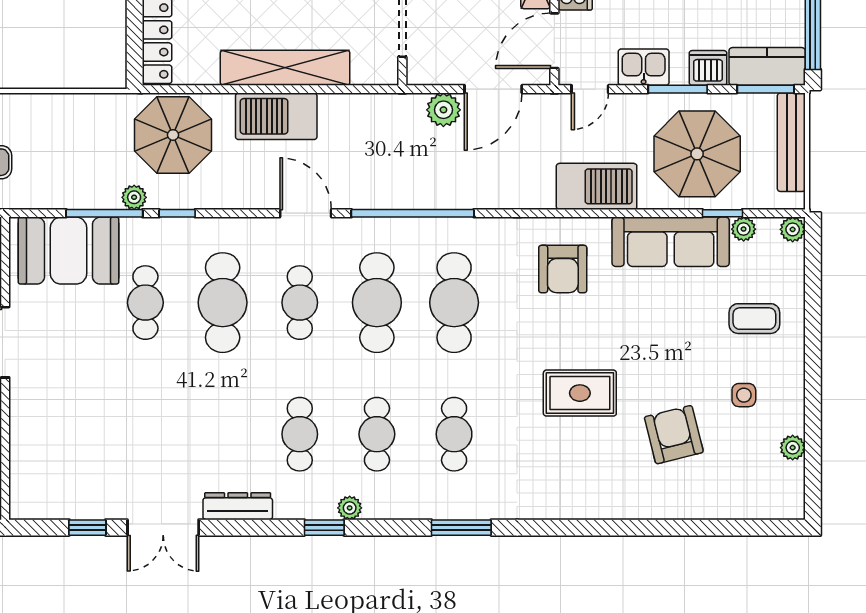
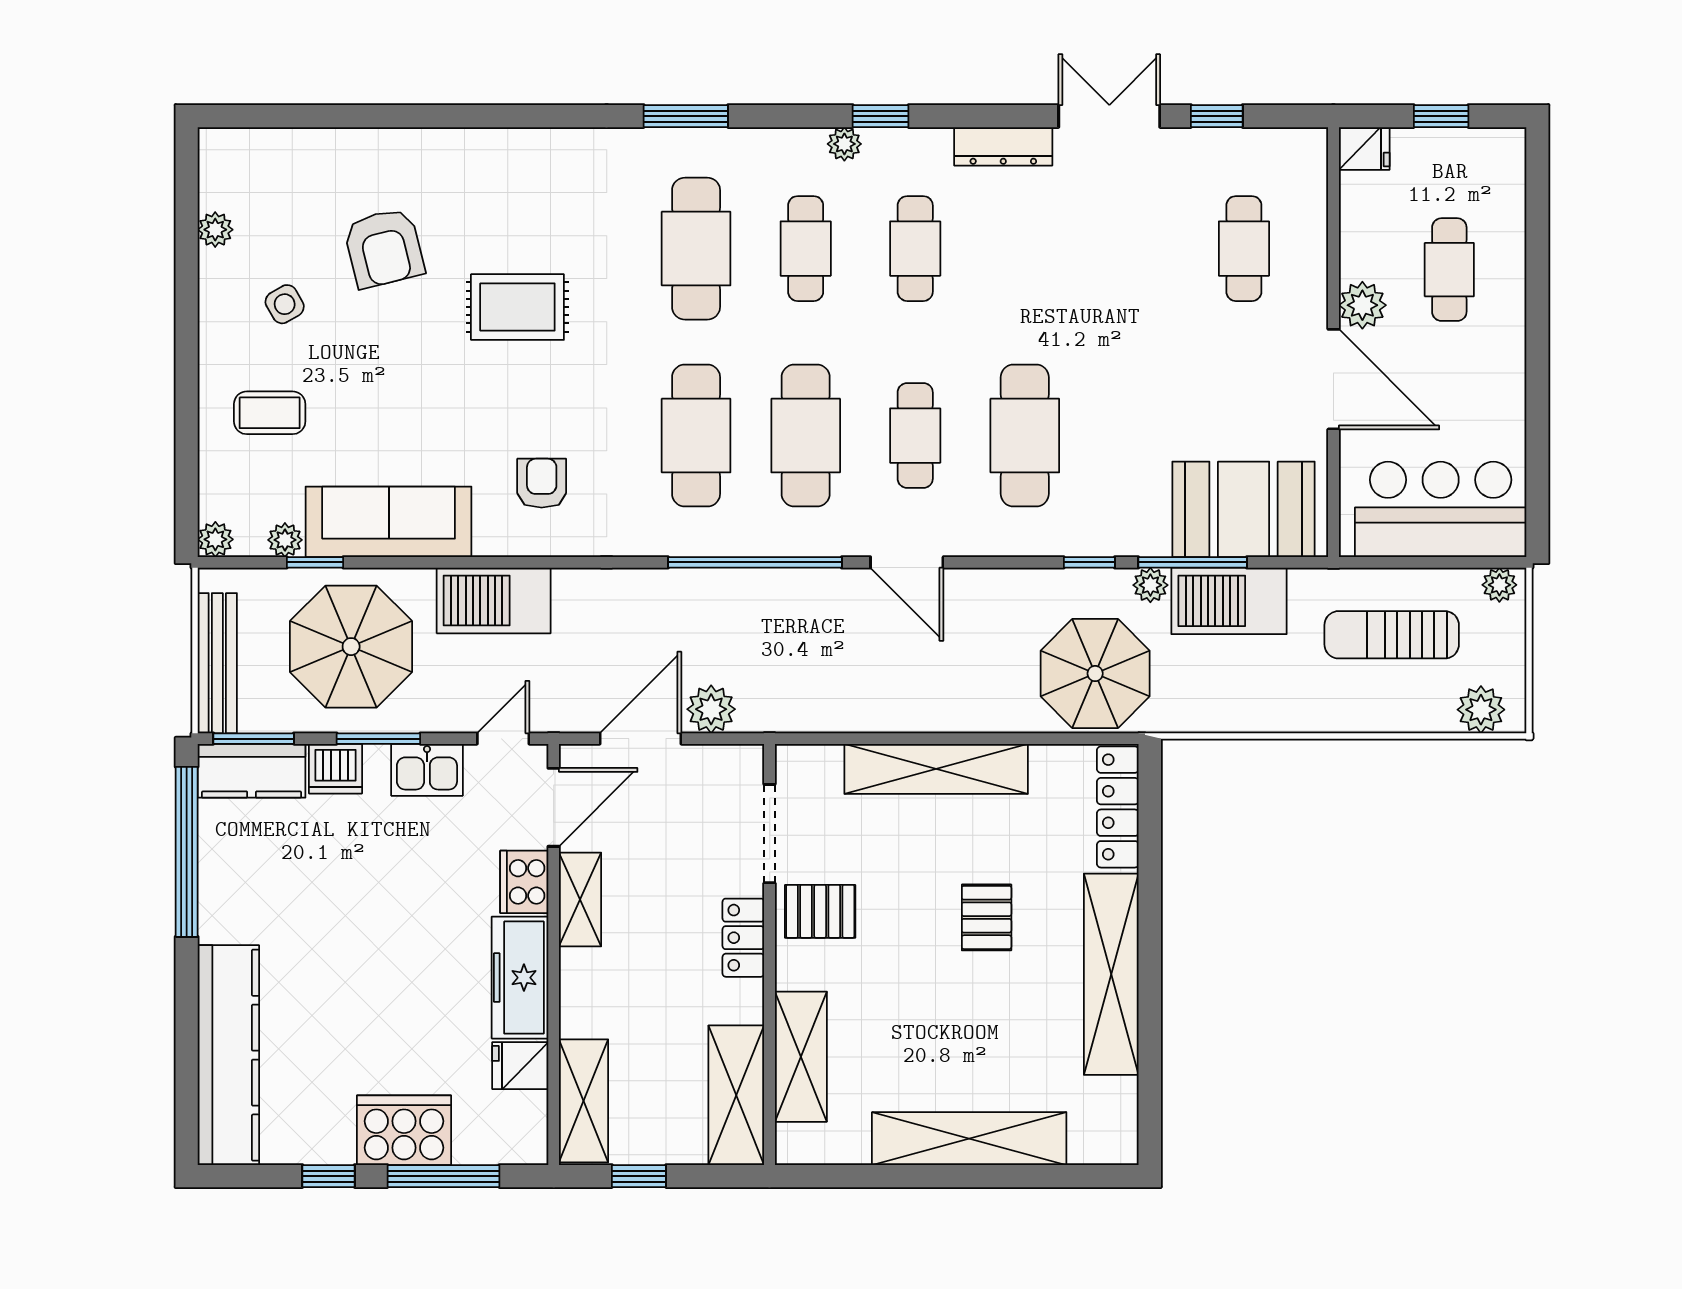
barbecue: (276, 116) -> (1229, 601), moved, turned 180
armchair: (563, 269) -> (542, 483), width x0.72, depth x0.72
cafe table: (145, 303) -> (1244, 249), moved
side table: (744, 395) -> (285, 304), turned -30
cafe table: (454, 434) -> (696, 249), width x1.37, depth x1.35

